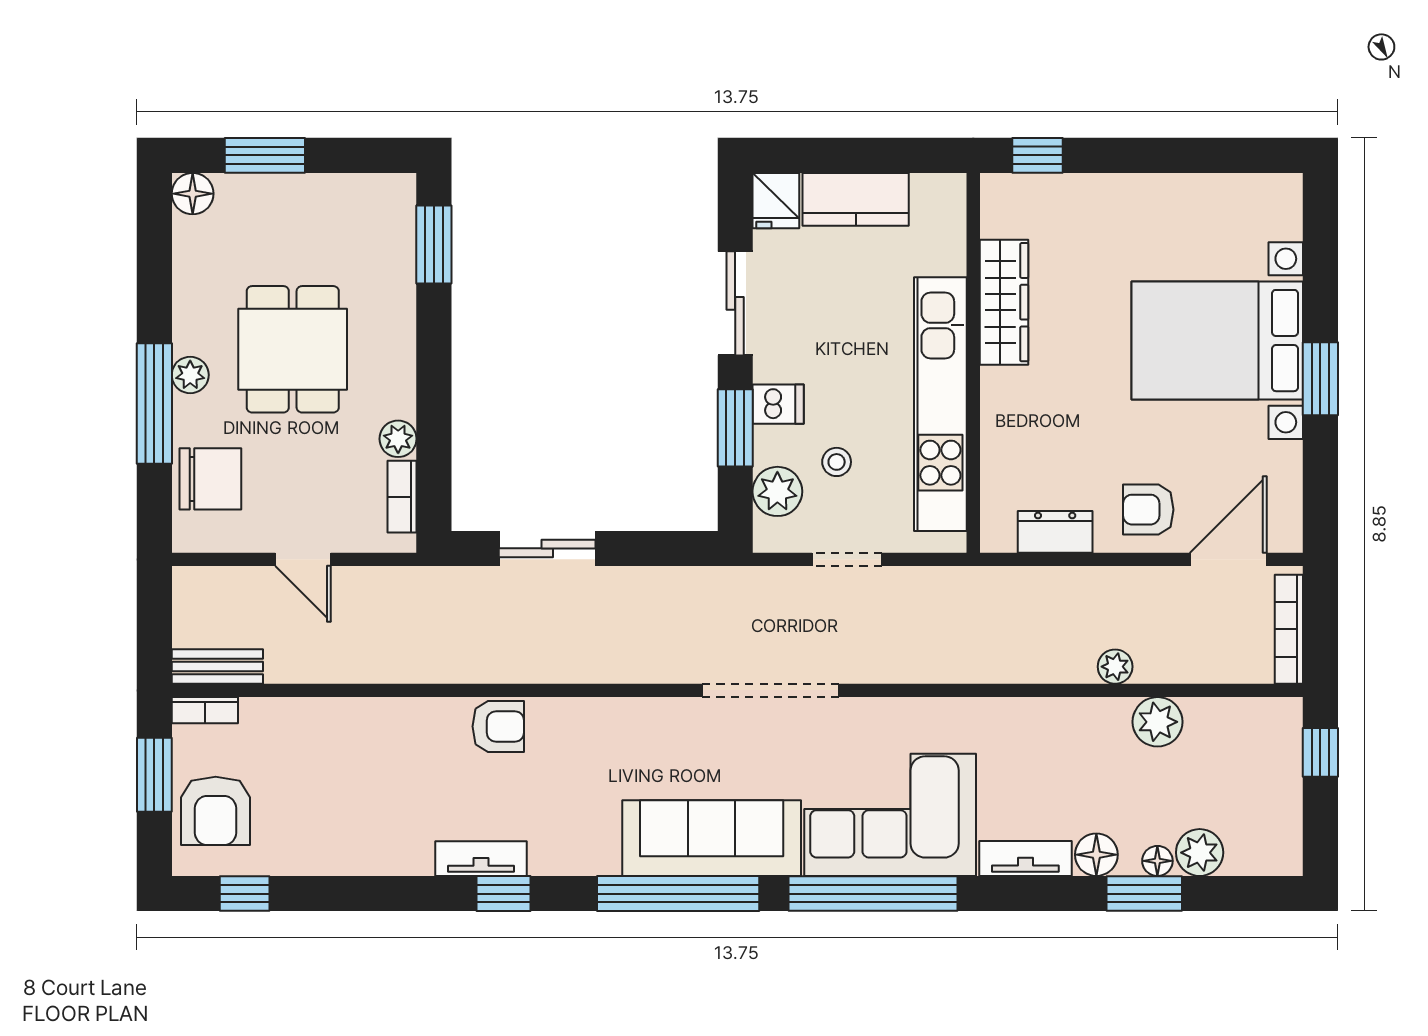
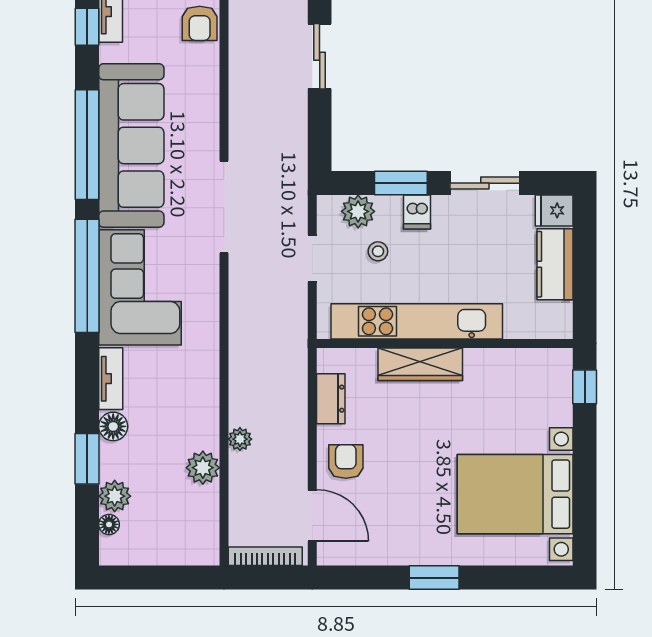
wardrobe: (1004, 302) -> (420, 364), moved
bed with nightstands: (1217, 341) -> (515, 494), moved, turned -90
window: (1320, 752) -> (182, 578), removed
sofa: (712, 838) -> (131, 145), width x1.36, depth x1.27
floor lamp: (1157, 861) -> (109, 524), moved

